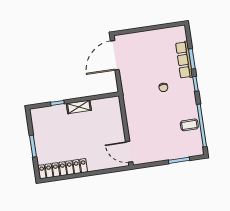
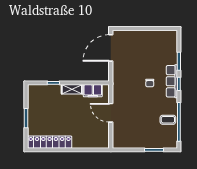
row of seats: (184, 60) -> (172, 81), moved
filing cabinet: (102, 105) -> (93, 91), added
door: (129, 152) -> (111, 113), moved

